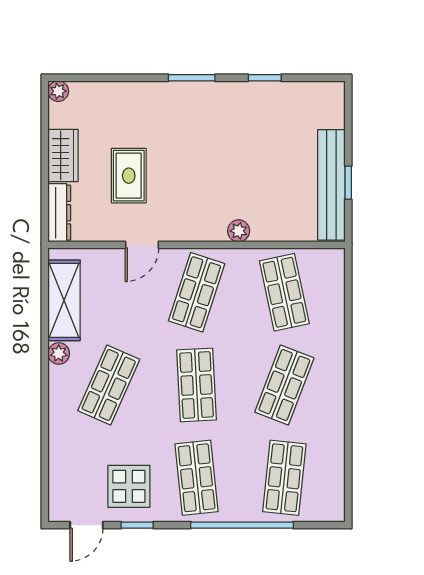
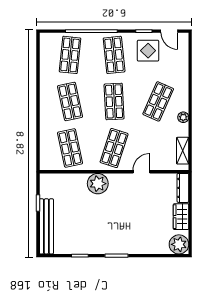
plant: (58, 91) -> (179, 244), width x1.88, depth x1.88
rug: (129, 176) -> (148, 207), removed
bench: (331, 185) -> (46, 226), moved
plant: (239, 231) -> (98, 184), width x1.88, depth x1.88
shelving: (64, 300) -> (183, 151), width x0.67, depth x0.75
shop shelf: (284, 385) -> (70, 101), turned -33
door: (86, 525) -> (169, 31), swing flipped

